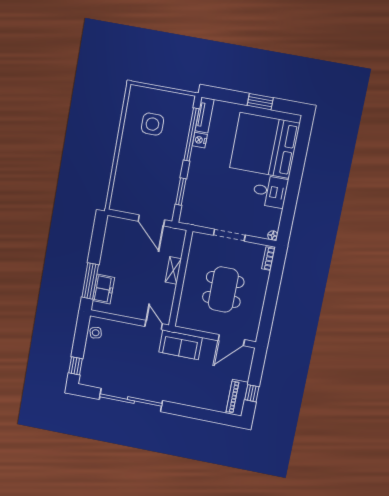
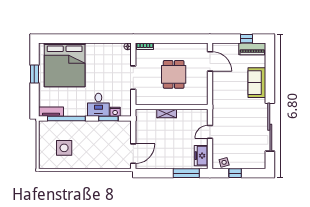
nightstand: (200, 140) -> (115, 112), moved
desk: (270, 191) -> (98, 105), moved, turned 180
door: (151, 220) -> (133, 154), moved
freezer: (103, 289) -> (201, 156), moved, turned -90
dining table: (223, 289) -> (174, 74), width x0.73
door: (154, 325) -> (210, 132), moved
sofa: (181, 345) -> (257, 83), moved, turned 180
window: (75, 366) -> (235, 173), moved

